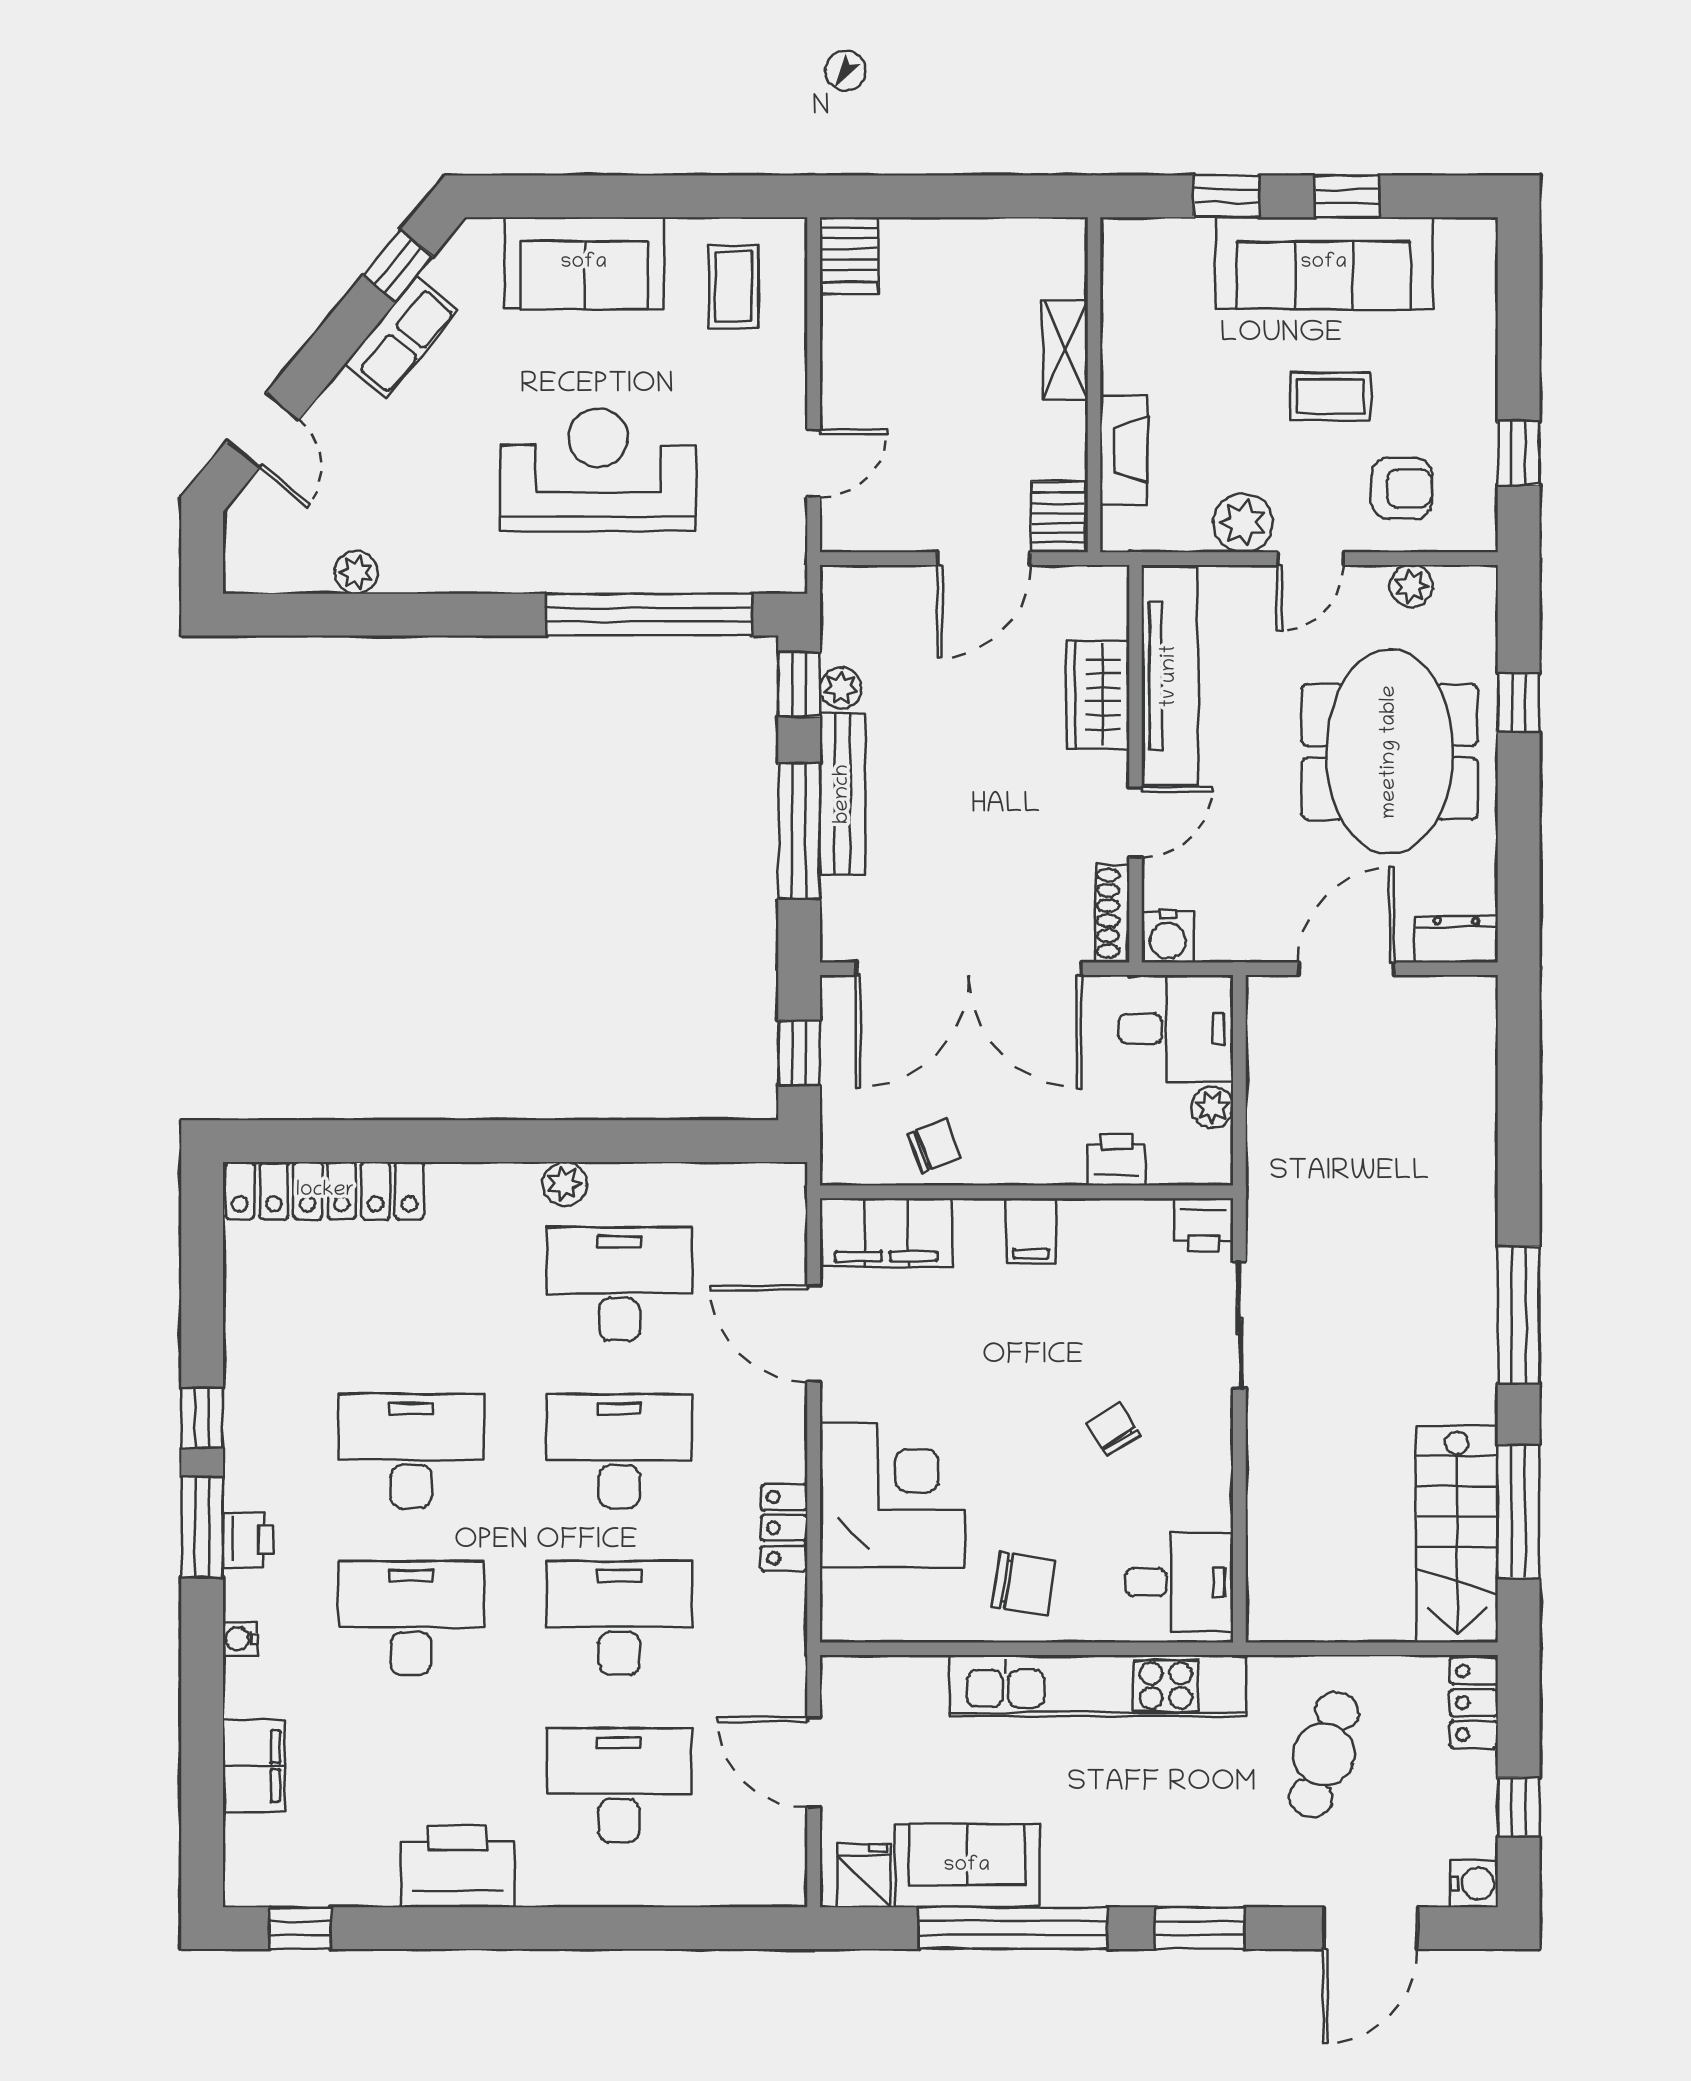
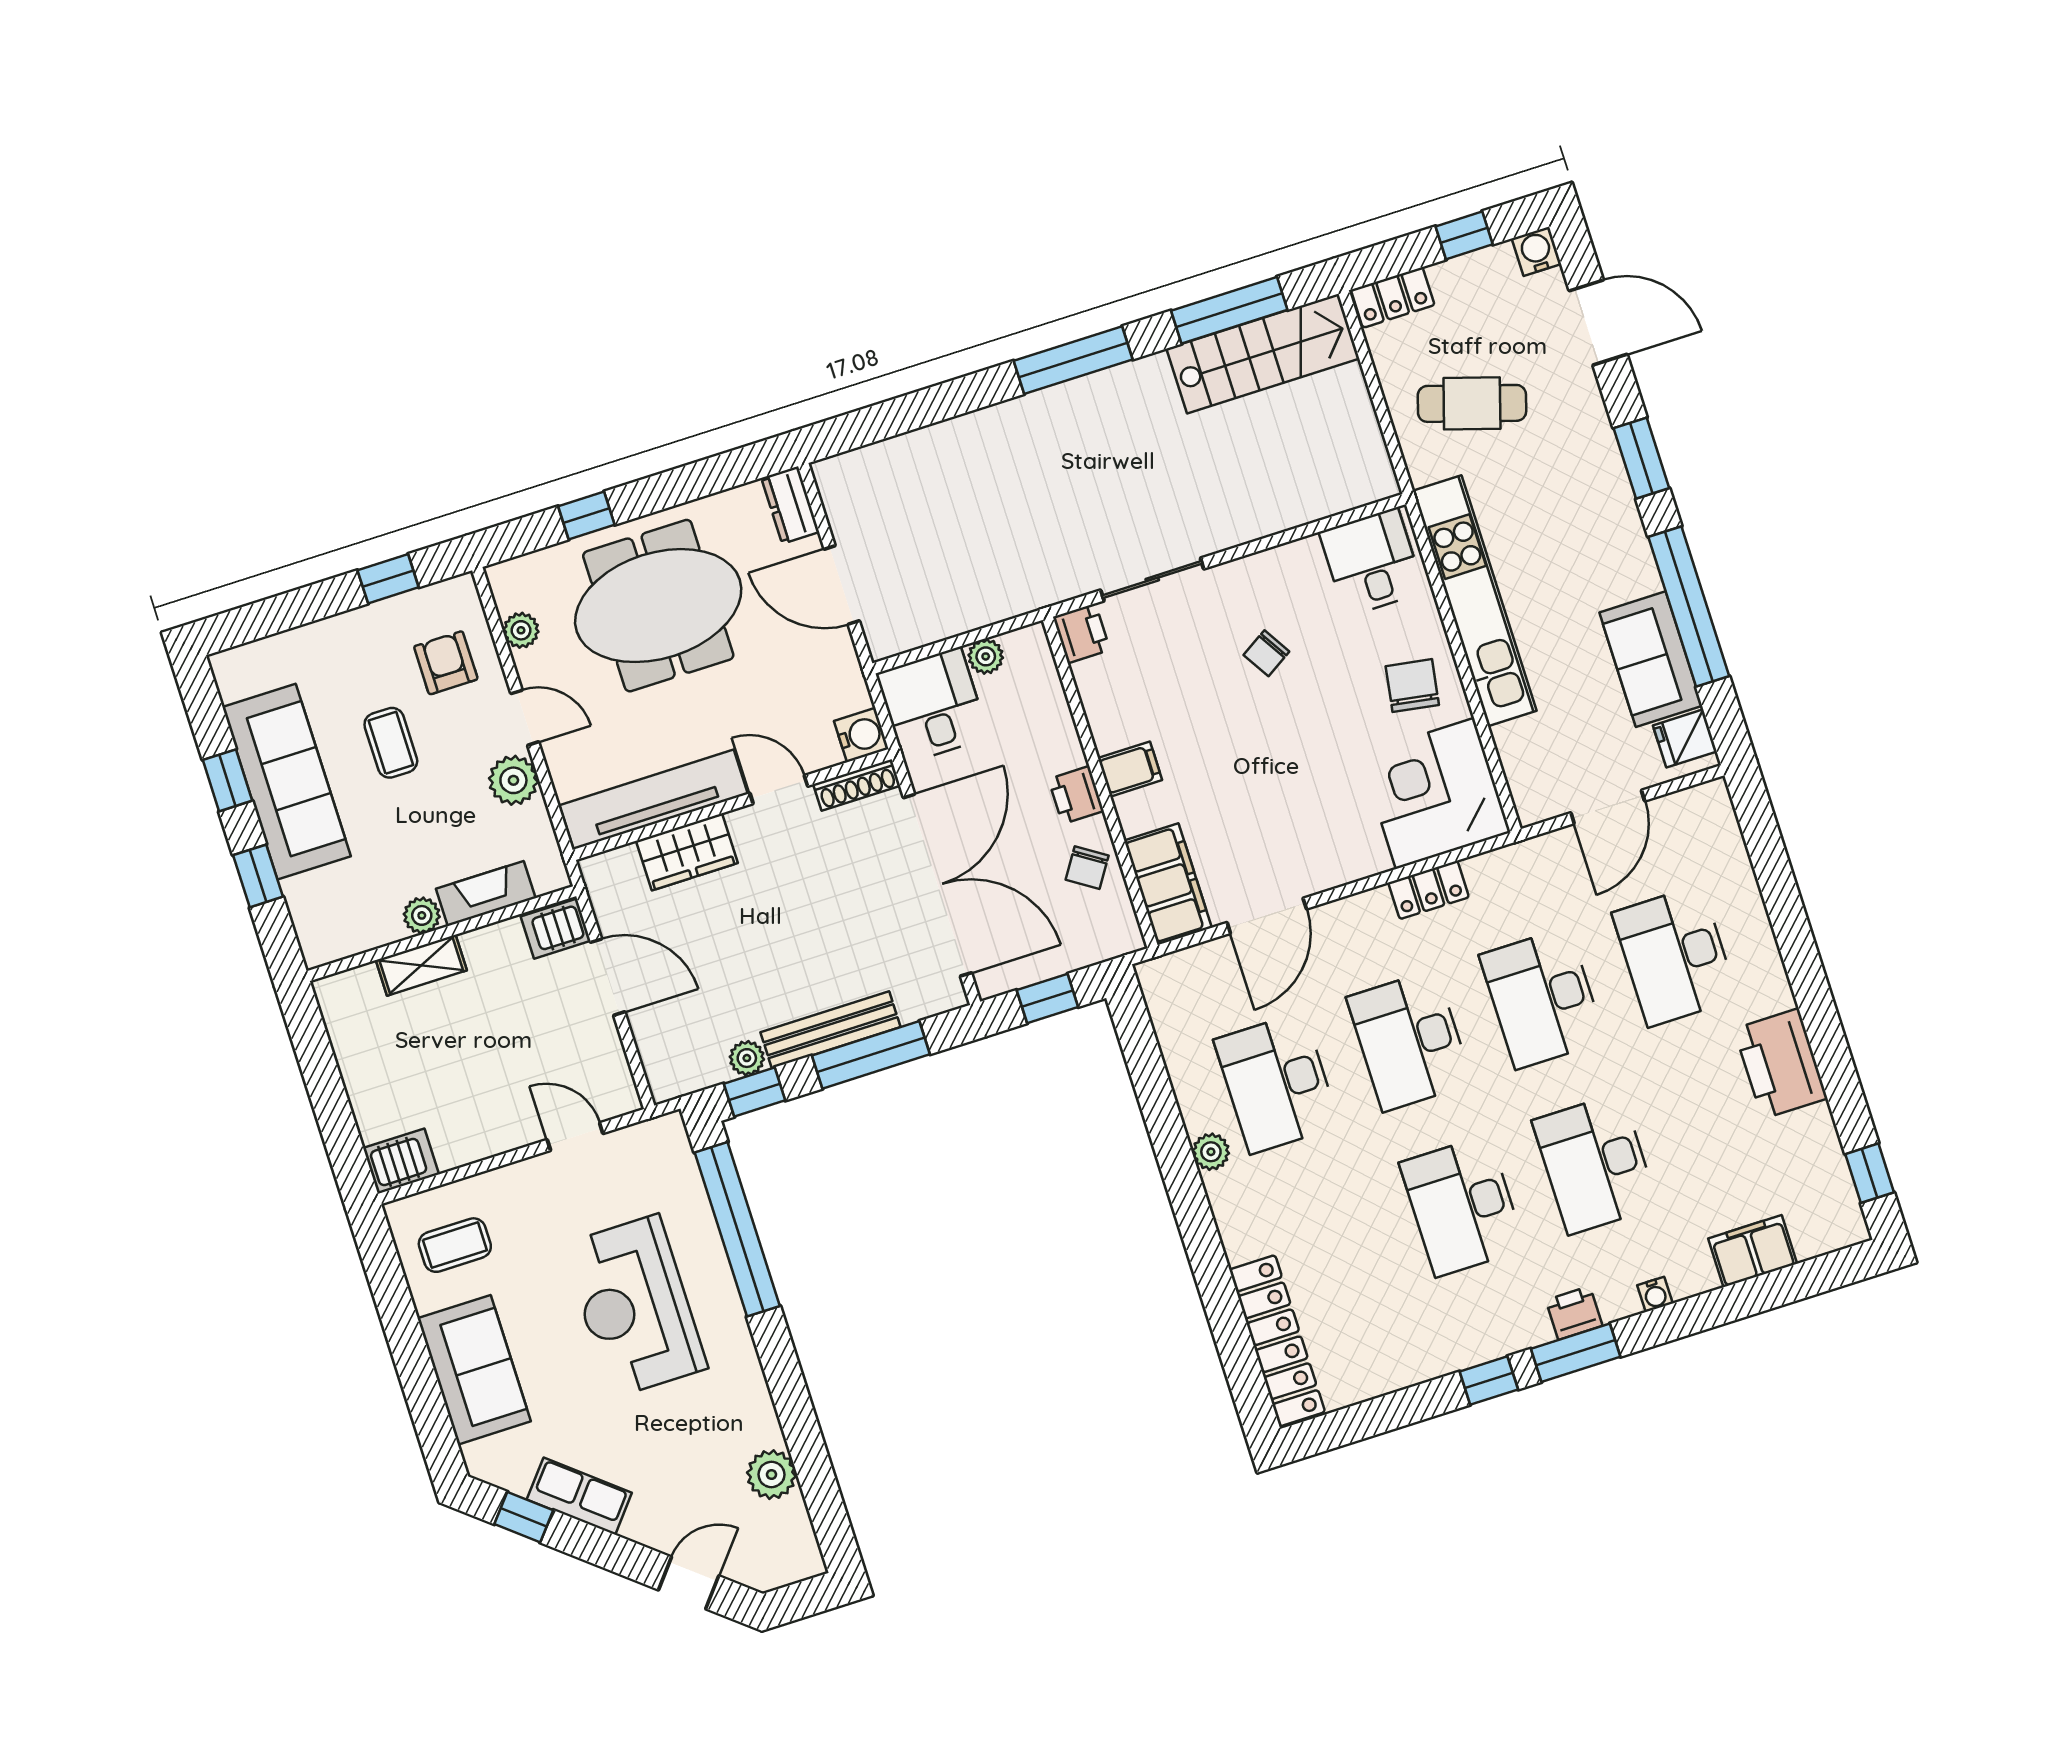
plant: (1122, 369) -> (422, 915), added
plant: (356, 572) -> (771, 1475), width x1.38, depth x1.38
chair: (934, 1146) -> (1087, 868), turned -126
printer: (1116, 1160) -> (1076, 795), moved
corner desk: (892, 1495) -> (1435, 793), moved

